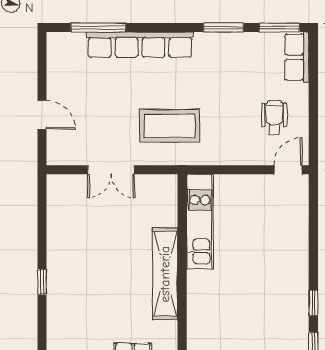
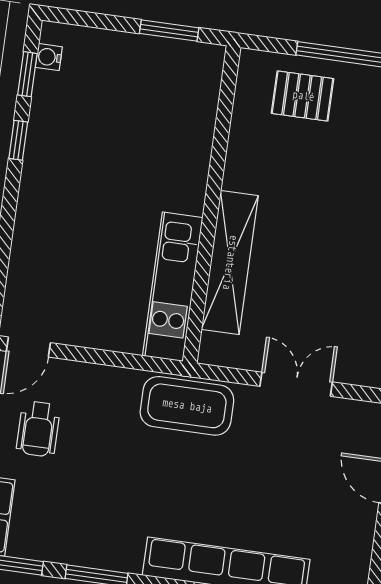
coffee table: (170, 126) -> (187, 406), moved
shelving: (165, 274) -> (230, 262), moved

